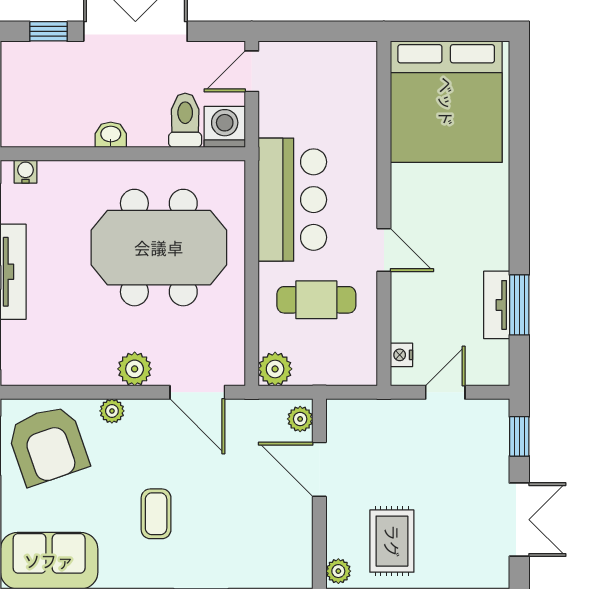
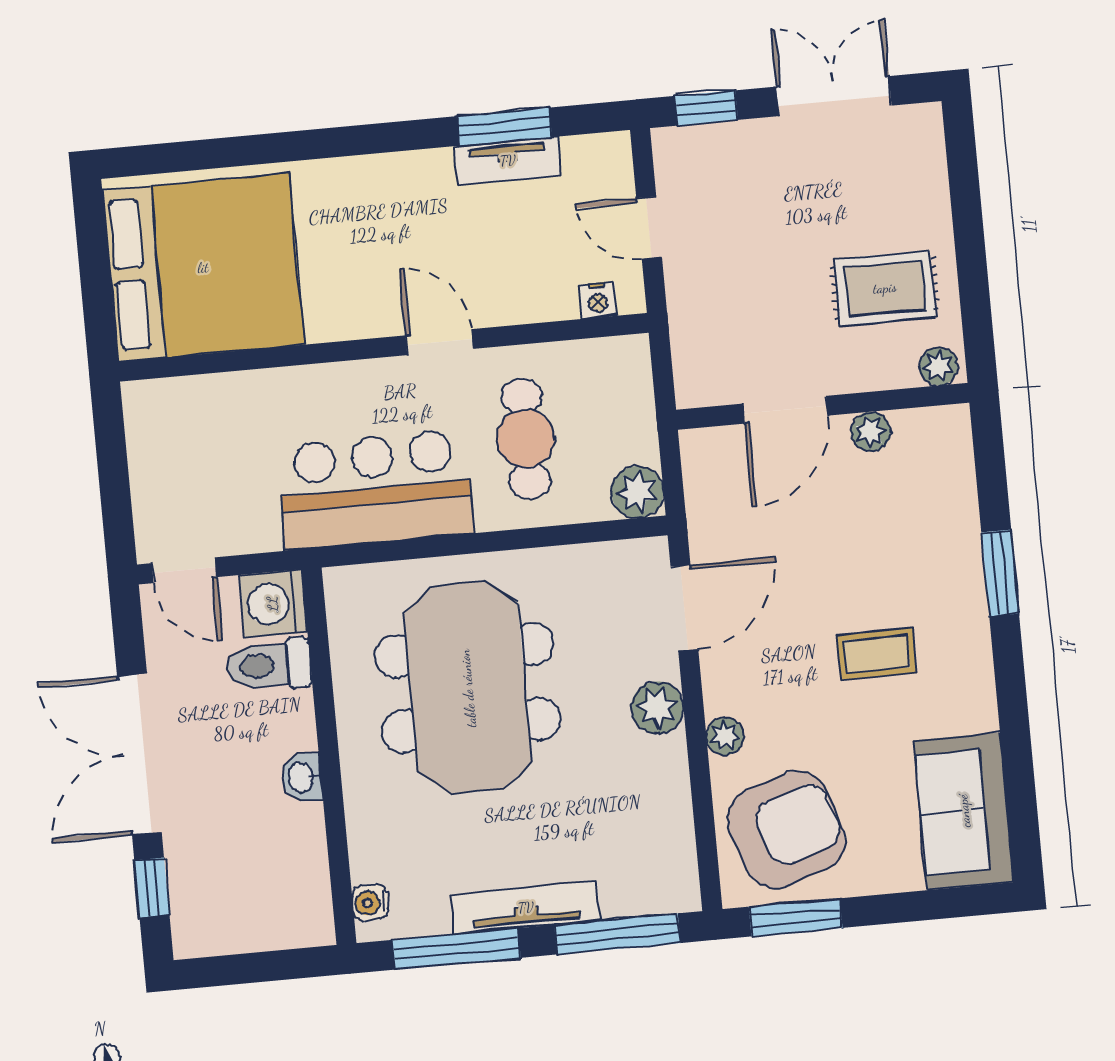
door: (384, 250) -> (439, 342), hinge flipped
plant: (300, 419) -> (871, 432), moved

